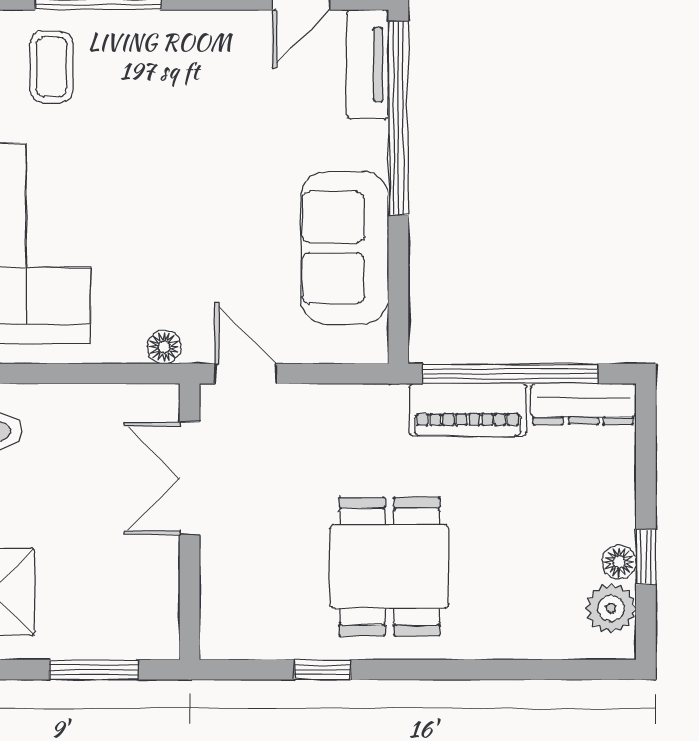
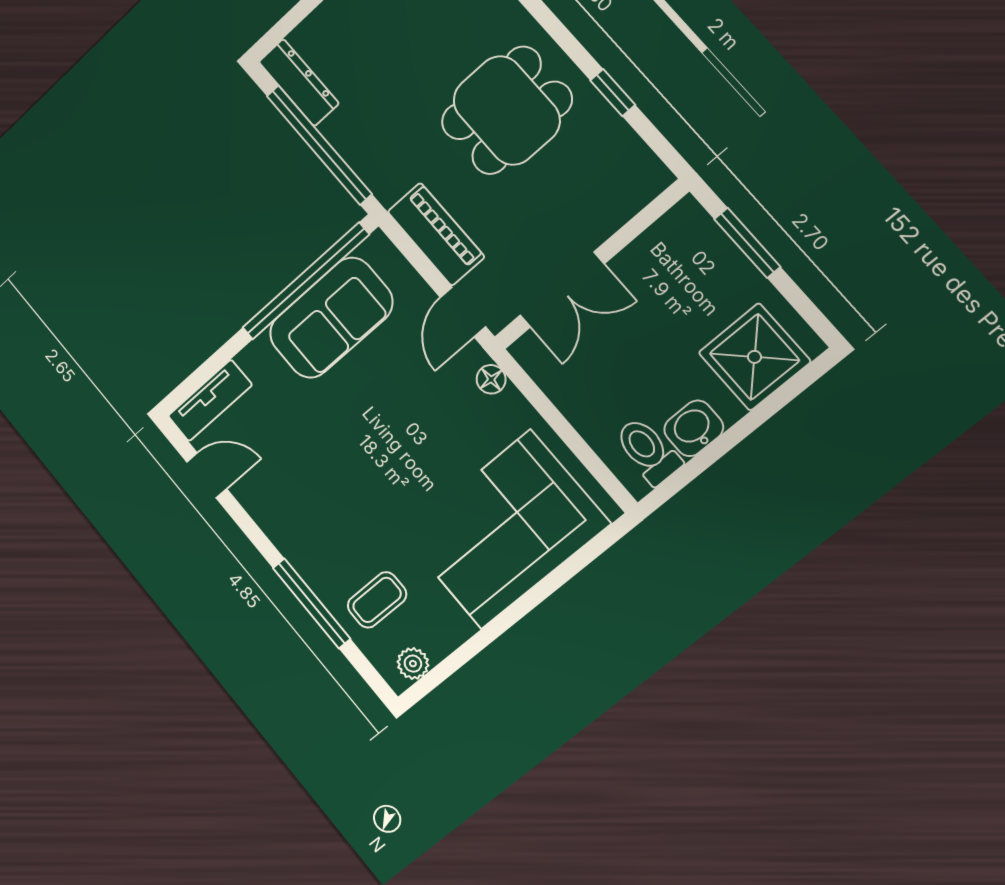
window: (398, 118) -> (305, 281), moved
piano: (468, 410) -> (436, 234), moved

